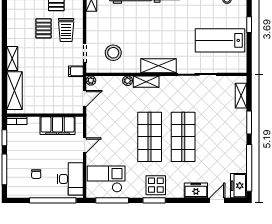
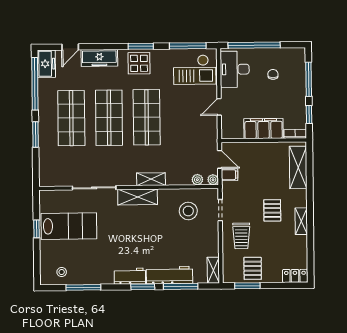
window: (249, 25) -> (36, 229), moved
pallet: (44, 28) -> (272, 210), moved
trolley: (66, 30) -> (241, 236), turned 180
shelving: (12, 59) -> (301, 221), moved
filing cabinet: (76, 71) -> (230, 175), moved
plant: (128, 81) -> (197, 180), moved
shelving: (241, 96) -> (45, 164), removed
door: (85, 99) -> (220, 159), swing flipped
filing cabinet: (58, 126) -> (263, 129), moved
shop shelf: (217, 137) -> (71, 118), added
freezer: (196, 190) -> (99, 58), width x1.40

